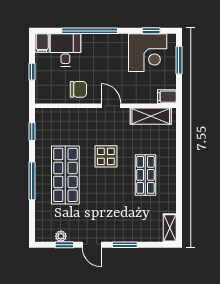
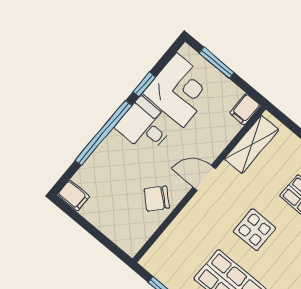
window: (151, 31) -> (144, 84), moved
desk: (65, 50) -> (145, 126), moved
window: (32, 72) -> (95, 233), removed
chair: (78, 89) -> (157, 198), turned -138

